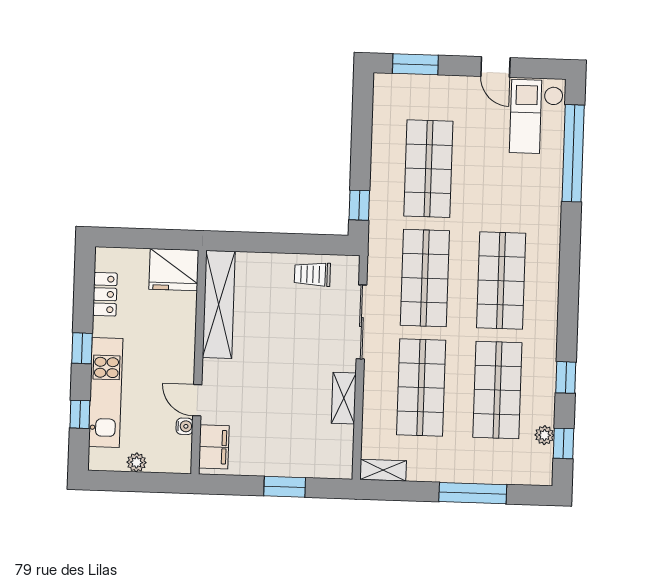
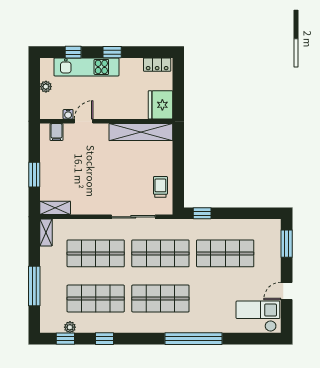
window: (573, 153) -> (193, 339), moved
locker: (105, 294) -> (157, 65), moved
shelving: (344, 398) -> (55, 208), moved
filing cabinet: (214, 447) -> (56, 132), width x0.50

